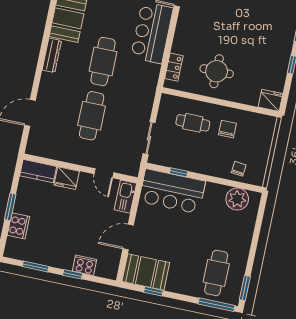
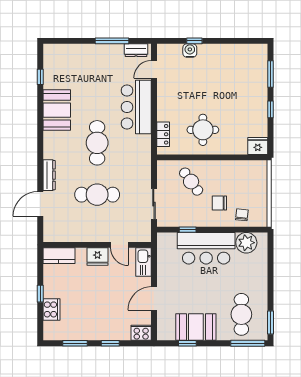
dresser: (52, 55) -> (49, 175), moved
cafe table: (92, 116) -> (97, 195), turned 90
cafe table: (193, 123) -> (191, 182), turned 54
chair: (227, 129) -> (219, 203), moved, turned -90
fridge: (67, 178) -> (97, 256), moved
bar counter: (172, 191) -> (206, 248), moved
window: (10, 207) -> (40, 294), width x0.67
cooker: (85, 265) -> (141, 333), moved
booth: (146, 272) -> (196, 327), moved

